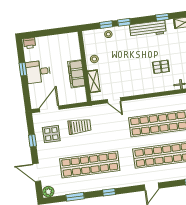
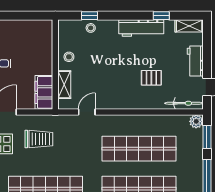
window: (124, 22) -> (112, 16), removed
filing cabinet: (76, 74) -> (44, 92), moved
door: (114, 100) -> (87, 112), swing flipped

